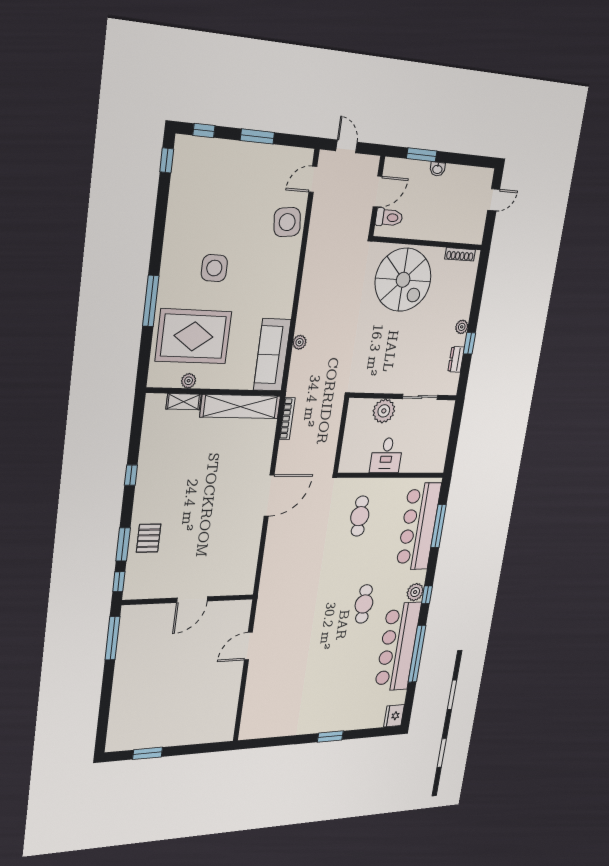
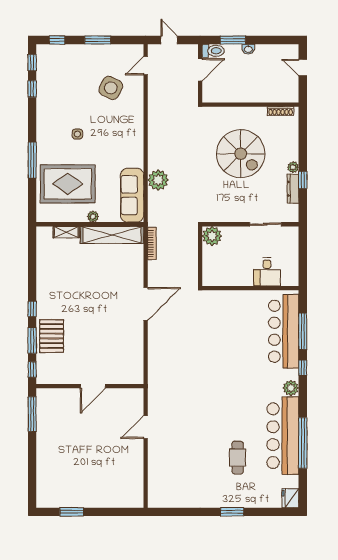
window: (162, 199) -> (32, 89), added
door: (494, 200) -> (303, 68), swing flipped
toilet: (389, 217) -> (213, 51), moved
side table: (287, 222) -> (111, 88), moved, turned 34
side table: (214, 268) -> (77, 134), width x0.54, depth x0.54
spiral stairs: (403, 280) -> (241, 154), moved
plant: (300, 342) -> (158, 180), width x1.88, depth x1.88
dresser: (456, 359) -> (293, 189), width x1.44
plant: (189, 381) -> (93, 217), moved
plant: (384, 411) -> (212, 236), moved
desk: (386, 455) -> (267, 272), moved
window: (131, 475) -> (32, 309), moved
cafe table: (360, 516) -> (228, 322), removed
pallet: (149, 538) -> (52, 336), width x1.50, depth x1.42
window: (427, 595) -> (303, 368), moved
cafe table: (364, 604) -> (238, 458), moved

